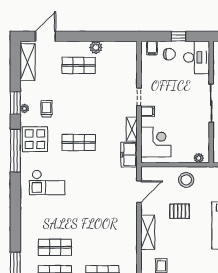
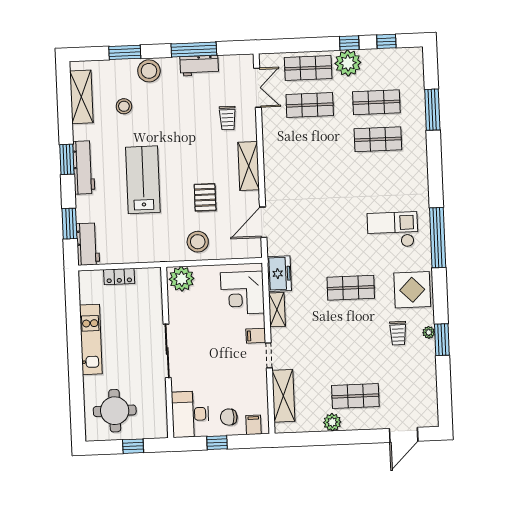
shelving: (28, 62) -> (283, 396), moved
window: (15, 151) -> (438, 238), moved
plant: (199, 158) -> (182, 279), width x1.87, depth x1.87
pallet: (180, 211) -> (205, 197), turned 90

